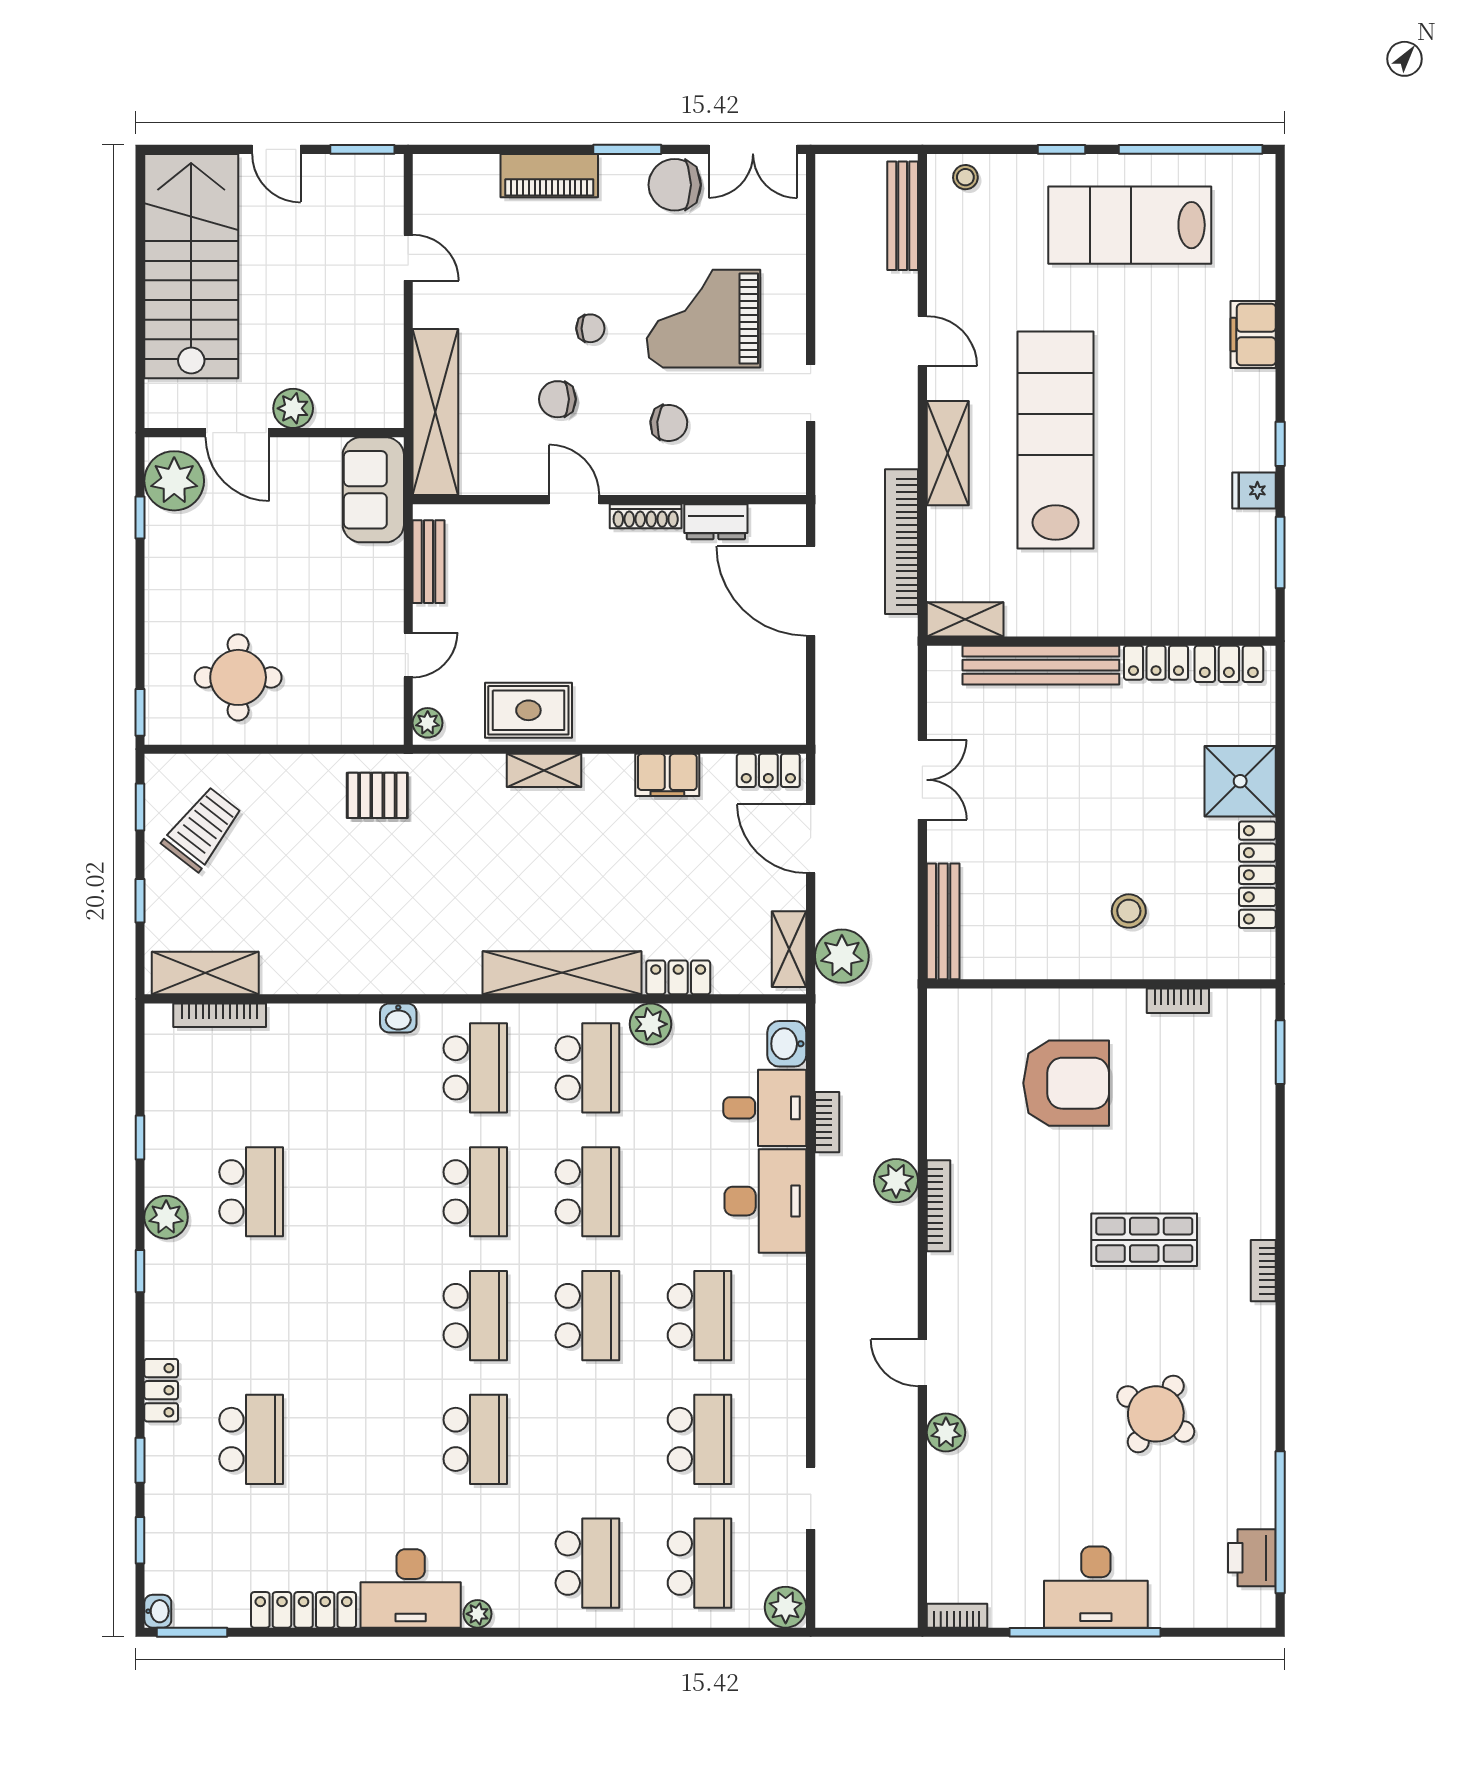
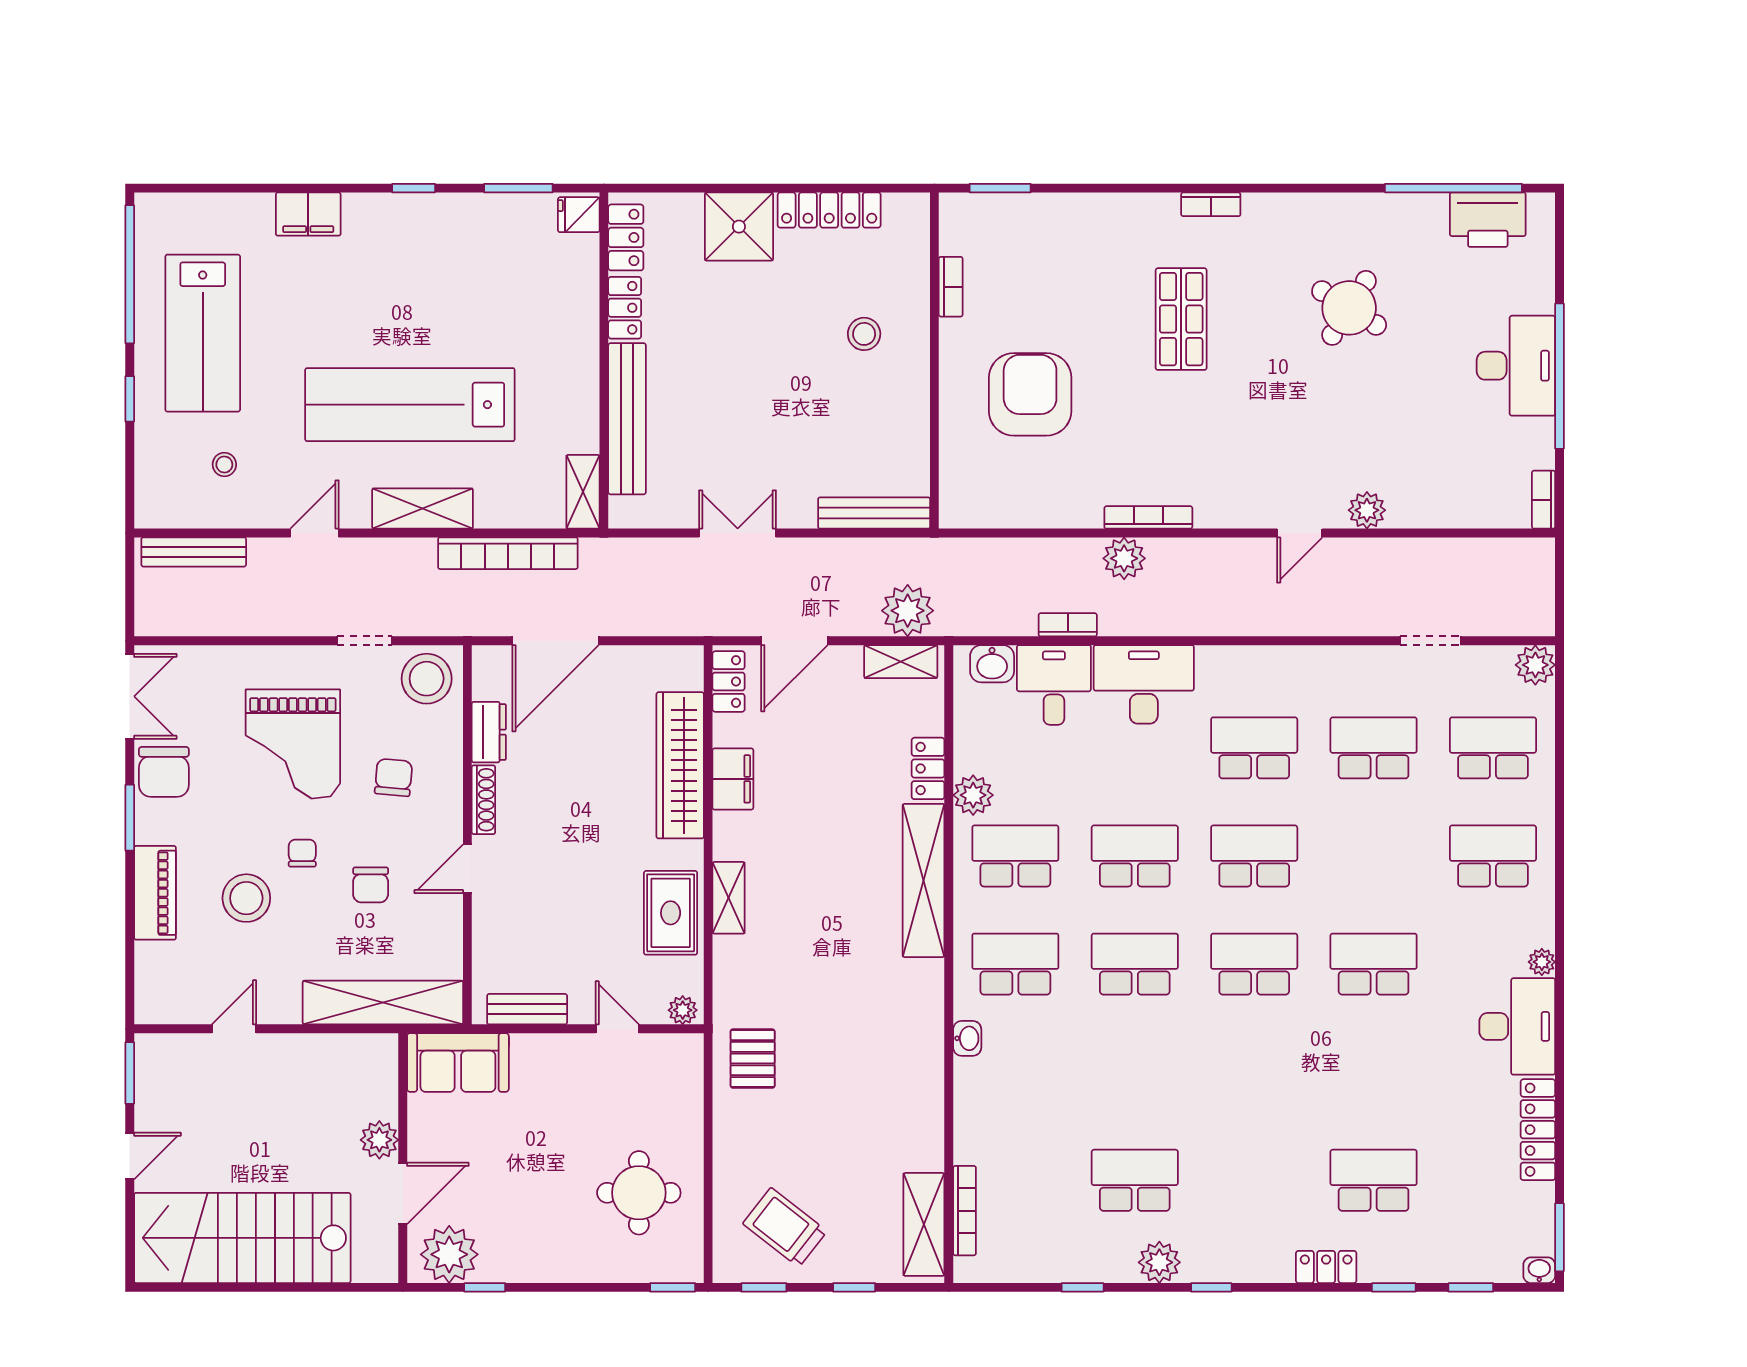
stool: (965, 177) -> (224, 465), moved
stool: (544, 270) -> (246, 898), added
stool: (771, 457) -> (427, 679), added
fridge: (1254, 490) -> (579, 215), moved, turned 90
wardrobe: (681, 720) -> (680, 765), added
printer: (1252, 1558) -> (1488, 220), width x1.37, depth x1.19

